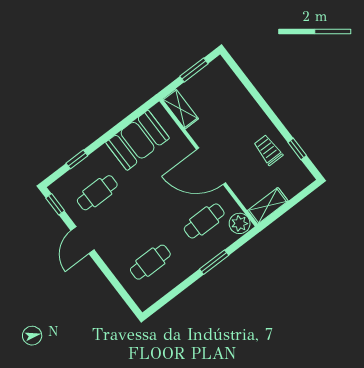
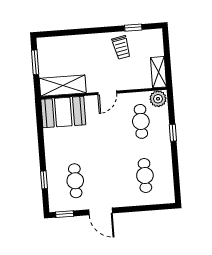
shelving: (180, 109) -> (63, 86), width x1.50, depth x1.33
booth: (138, 140) -> (63, 112), moved, turned 90
trolley: (268, 150) -> (121, 47), turned -101
door: (211, 166) -> (107, 93), width x0.53
window: (214, 262) -> (173, 133), width x0.67

